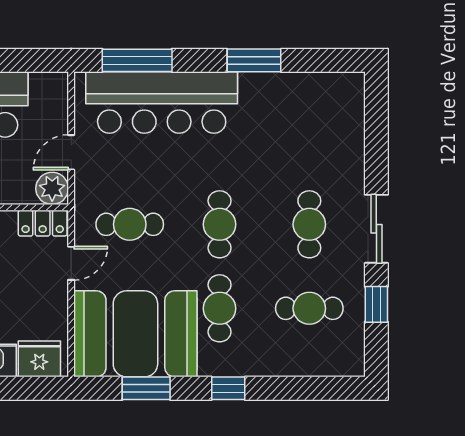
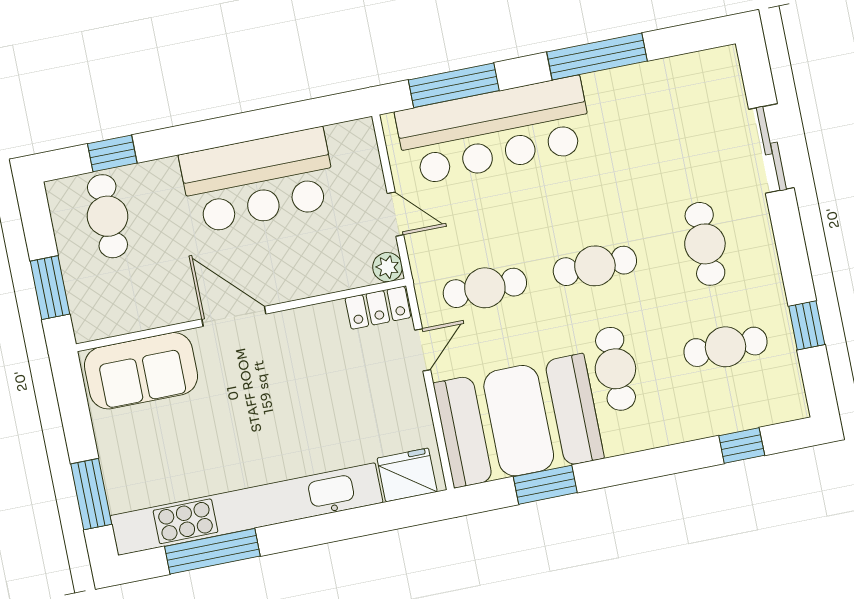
window: (254, 60) -> (597, 57), width x1.44
door: (71, 152) -> (395, 214), swing flipped
plant: (52, 188) -> (387, 267), width x0.73, depth x0.73
cafe table: (220, 224) -> (595, 266), turned 90
sliding door: (376, 229) -> (771, 149), moved
window: (228, 388) -> (742, 445), moved

